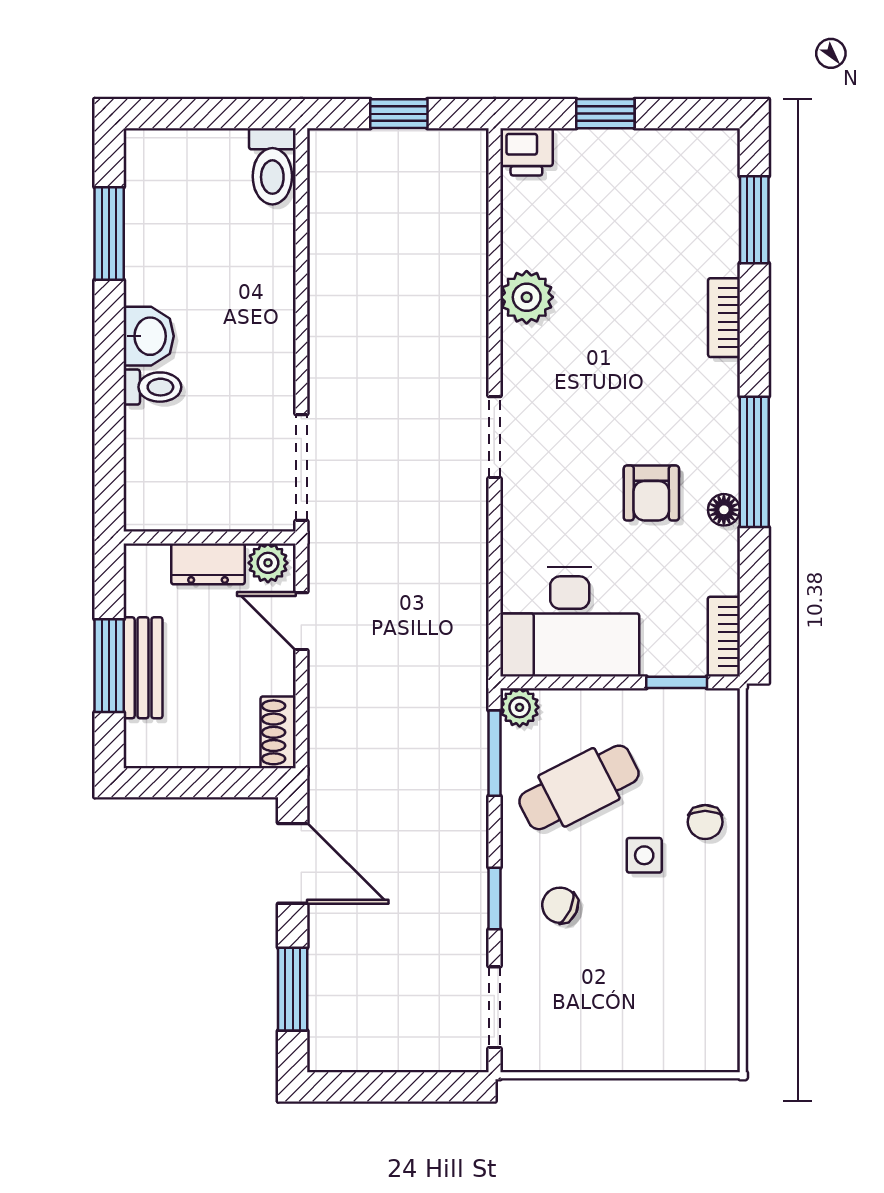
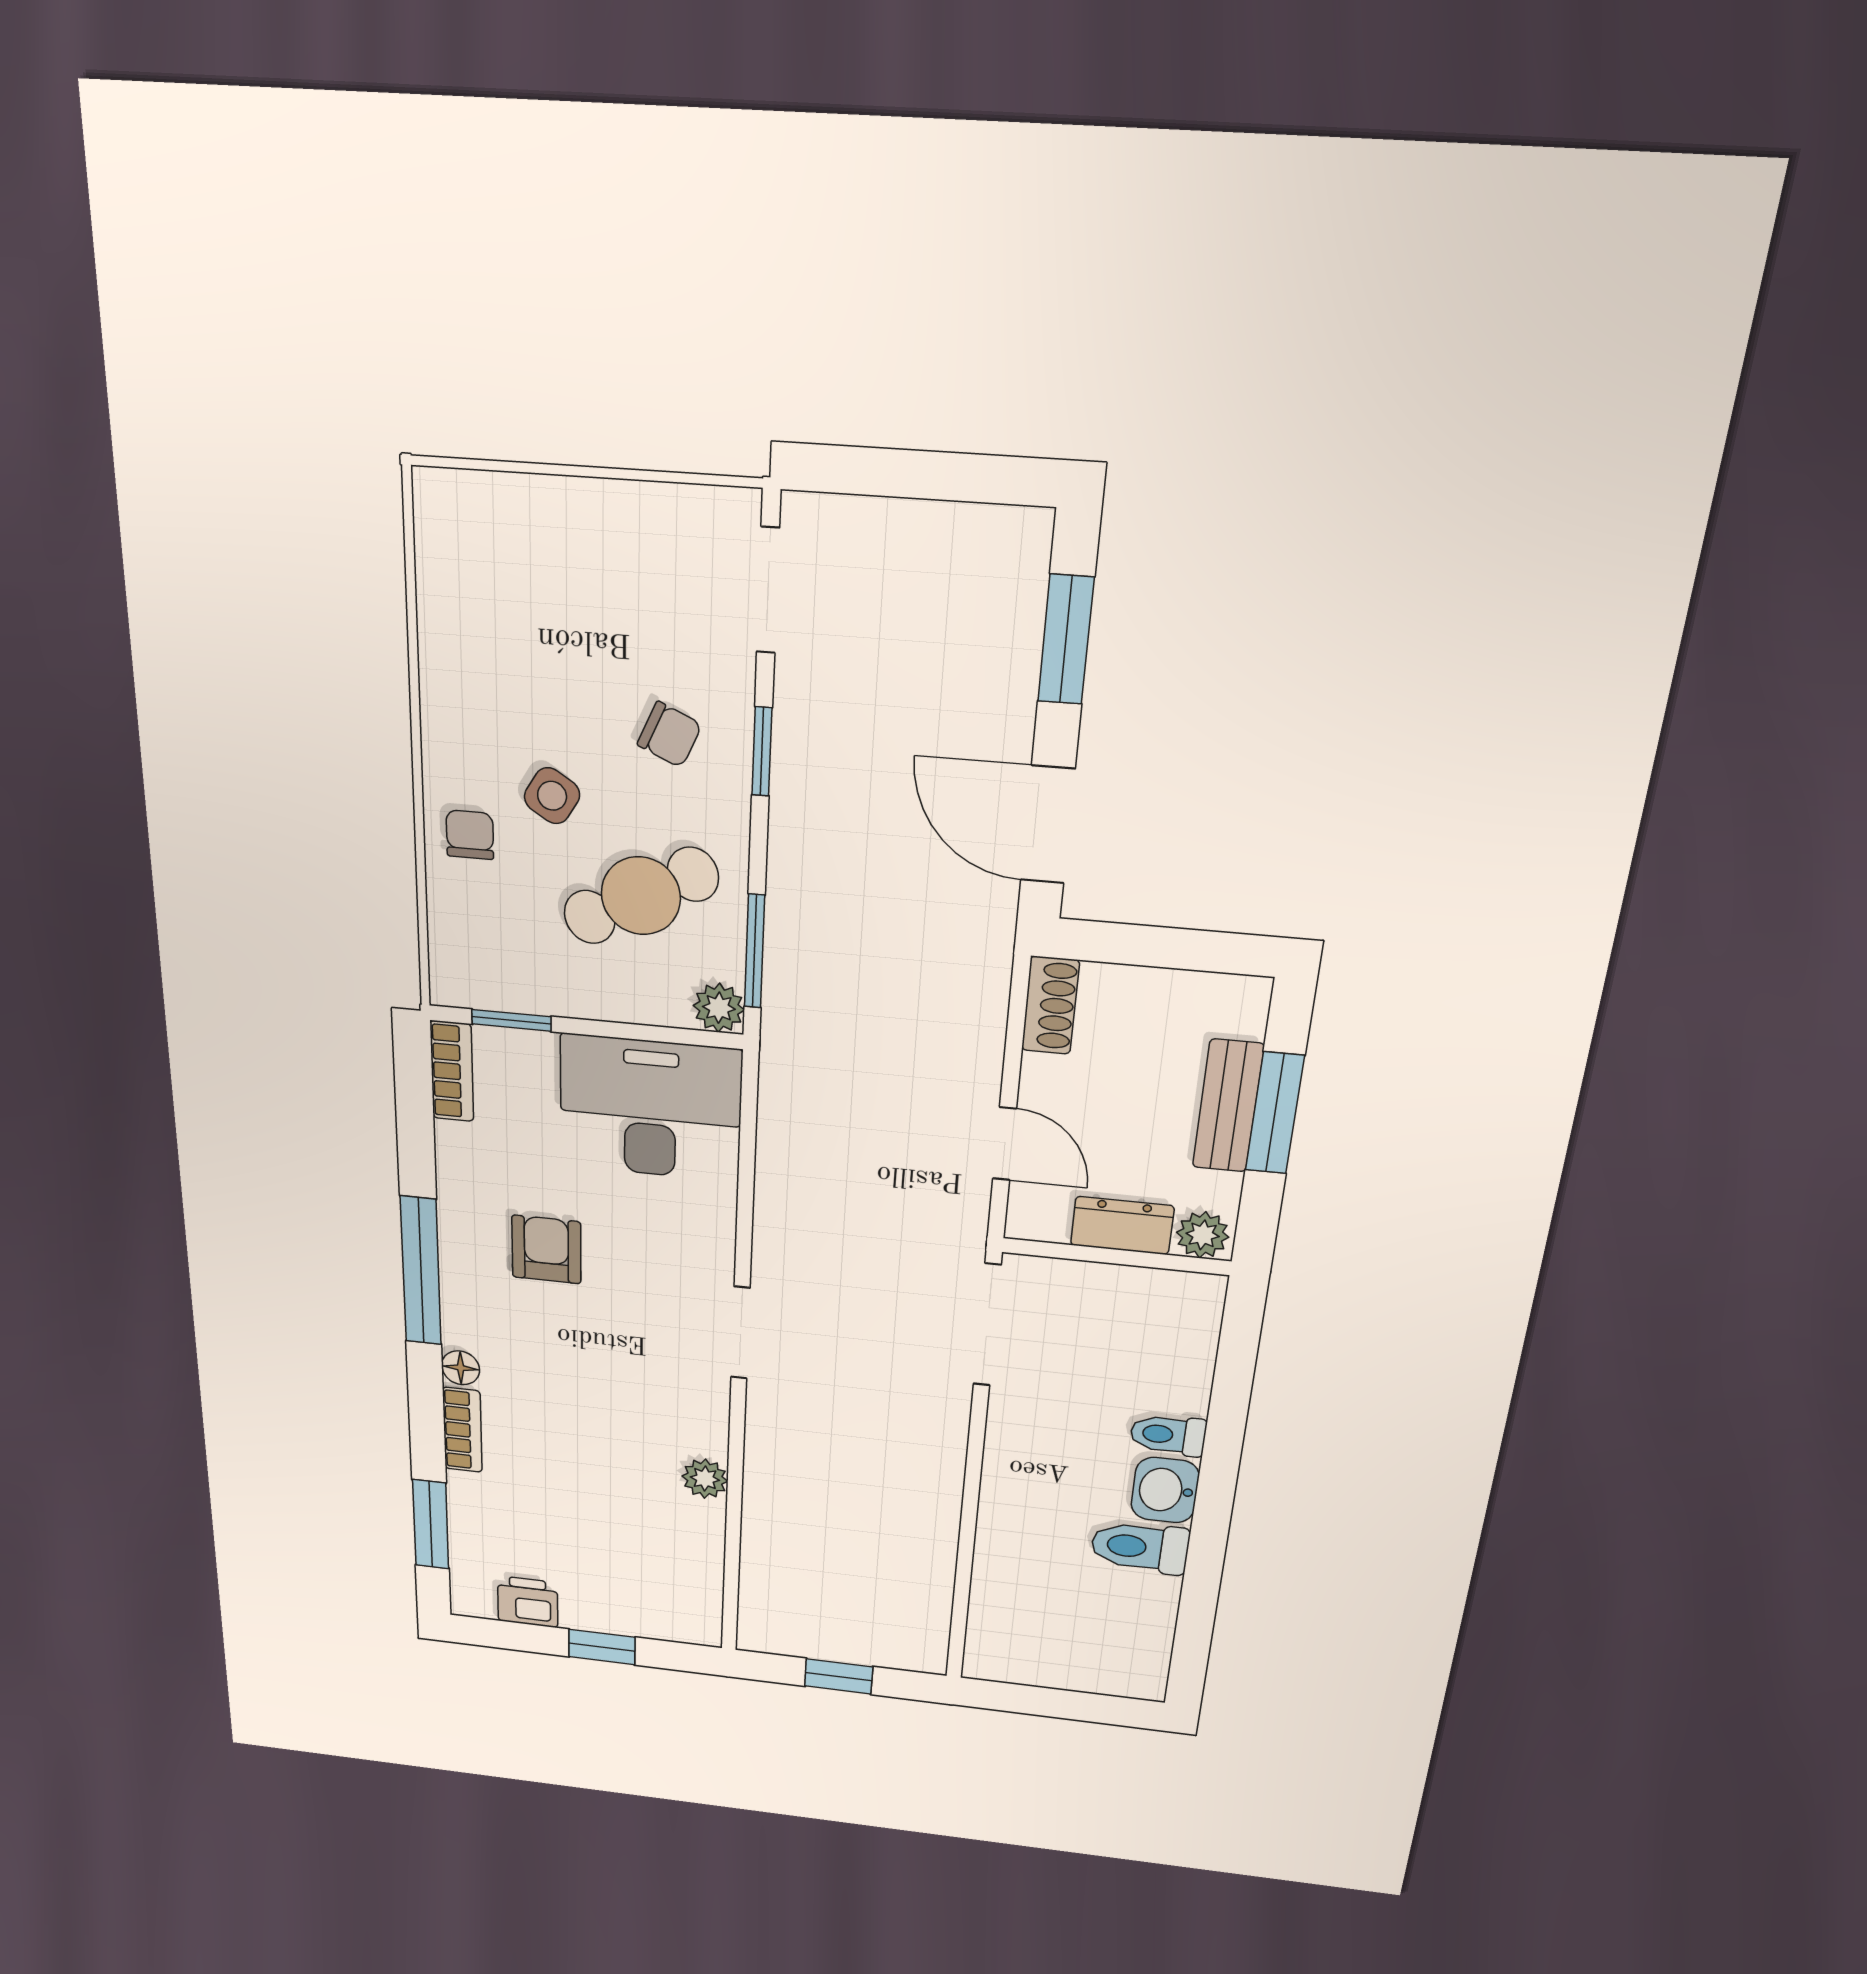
printer: (526, 152) -> (528, 1602), moved
toilet: (272, 166) -> (1140, 1547), moved, turned -90
window: (109, 233) -> (1199, 1602), removed
plant: (527, 297) -> (705, 1479), width x0.73, depth x0.73
floor lamp: (724, 510) -> (461, 1368), moved
plant: (268, 563) -> (1203, 1235), moved
side table: (644, 855) -> (552, 796), turned 32

